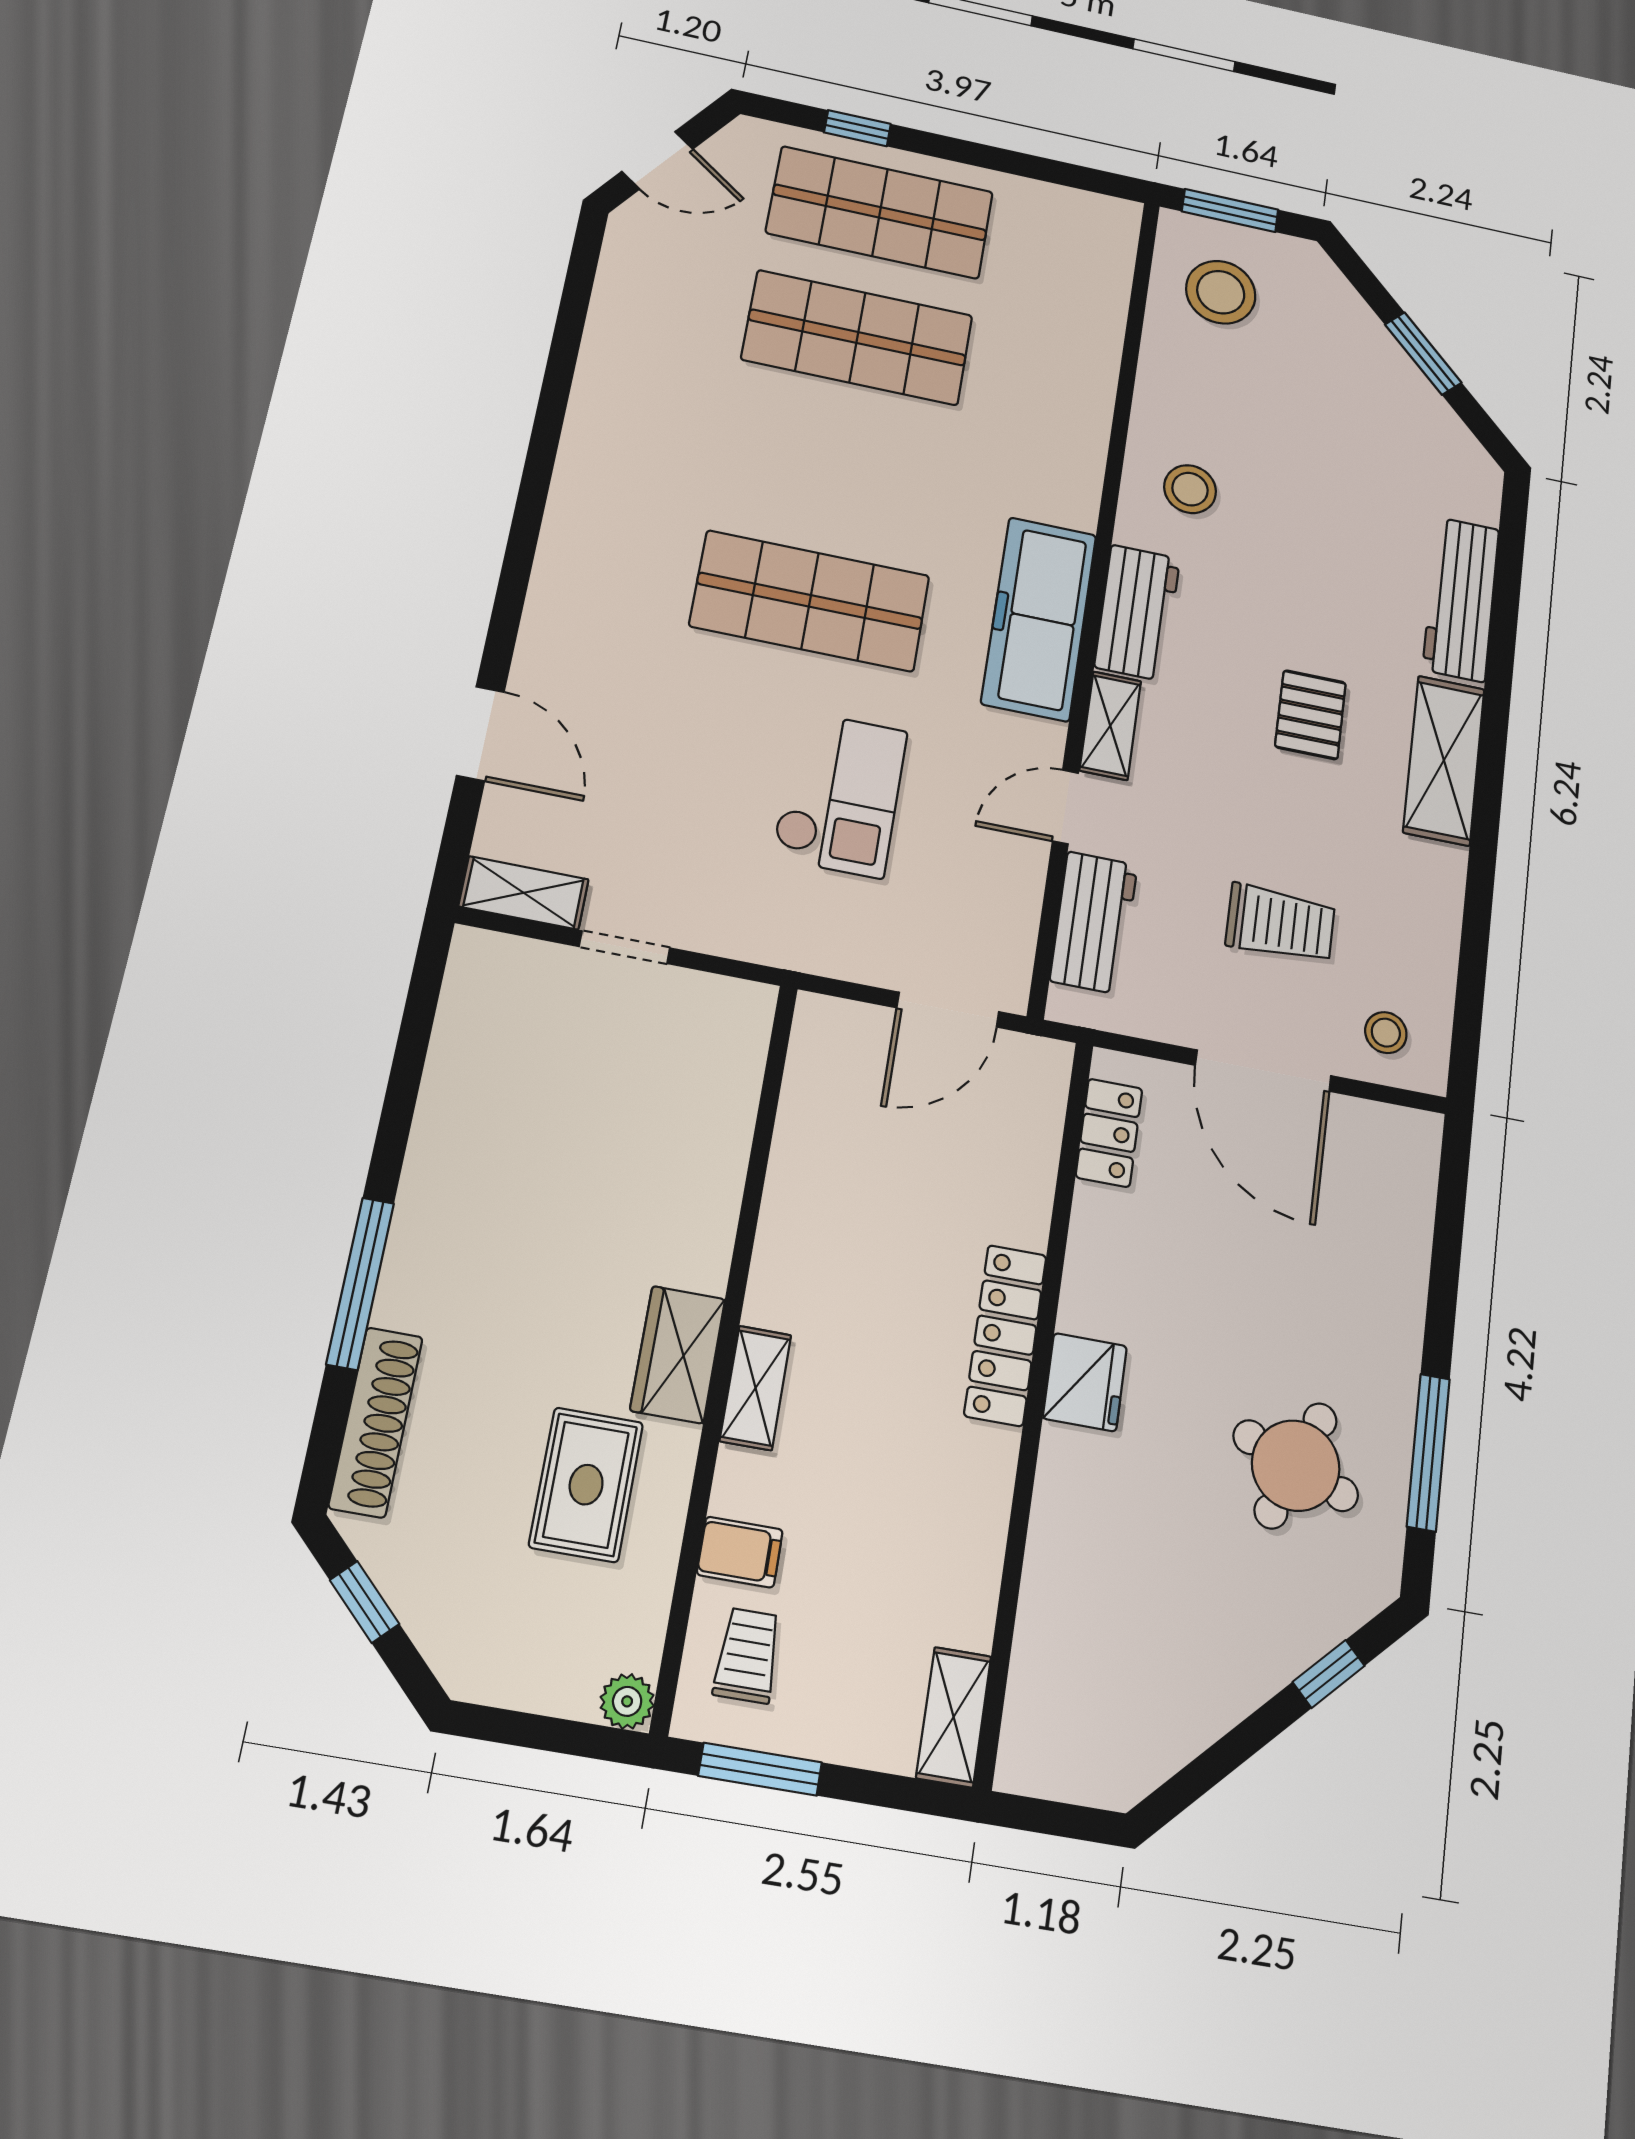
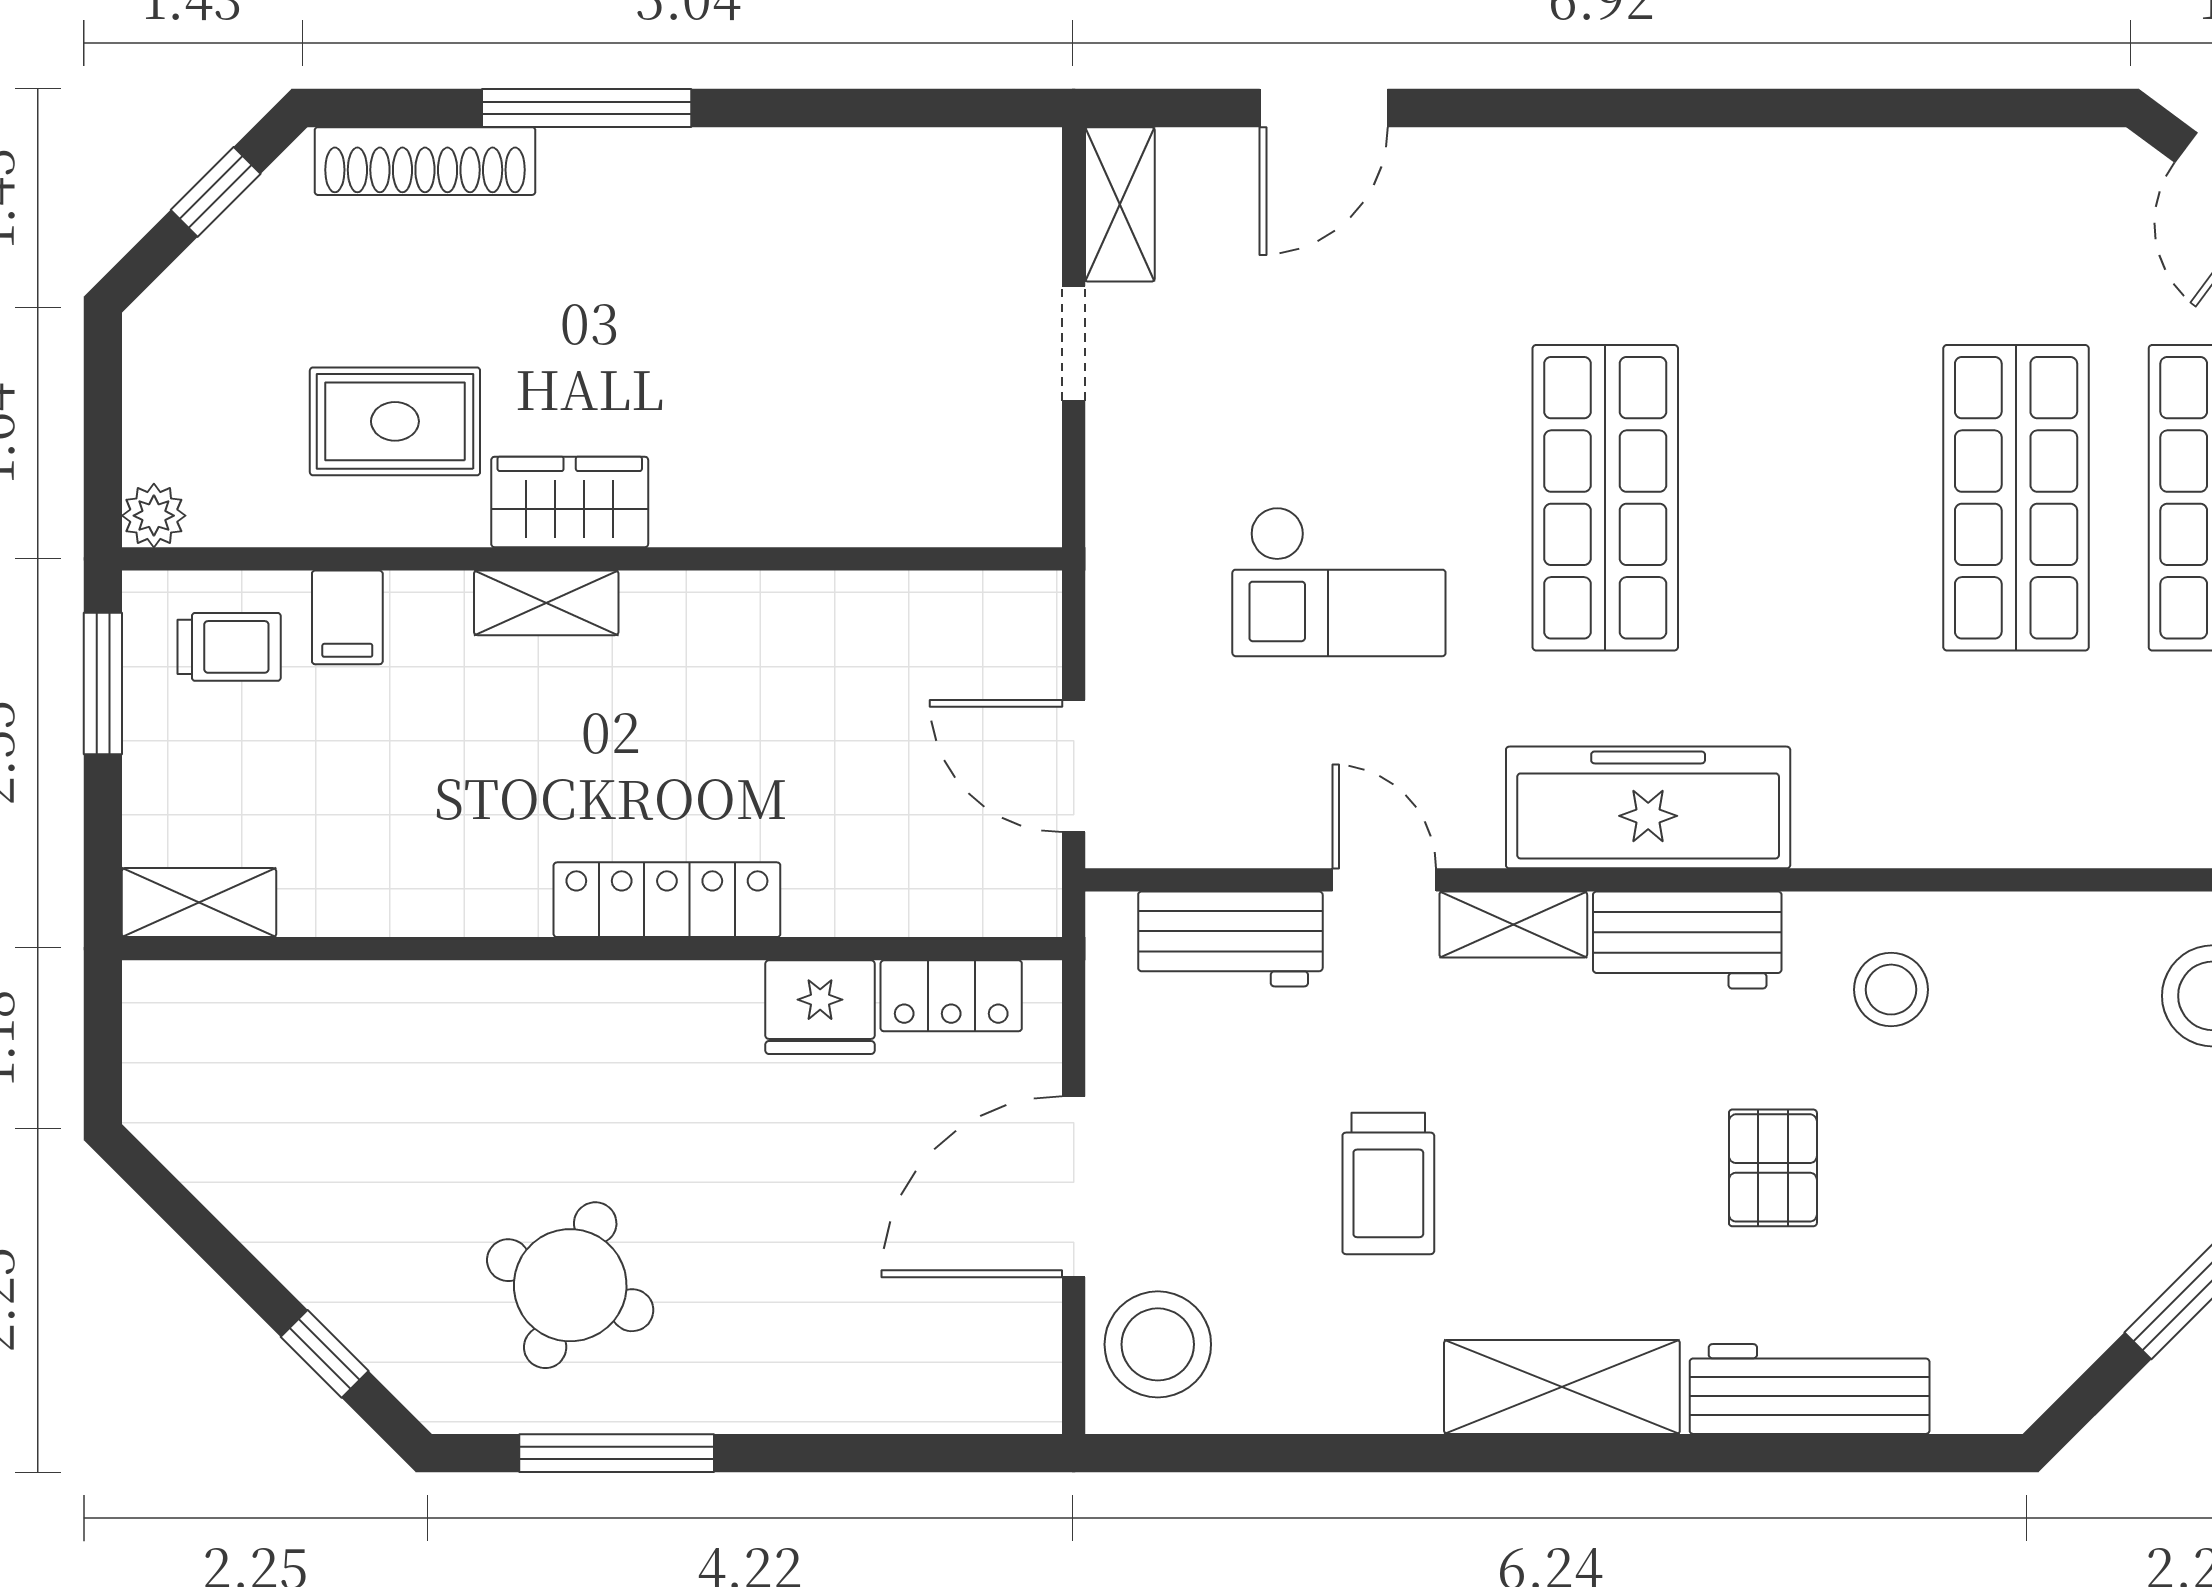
pallet: (1310, 715) -> (1773, 1168), moved, turned 90
trolley: (1280, 923) -> (1388, 1183), moved
stool: (1386, 1033) -> (1158, 1344), width x1.89, depth x1.89
fridge: (1085, 1382) -> (820, 1007), moved

